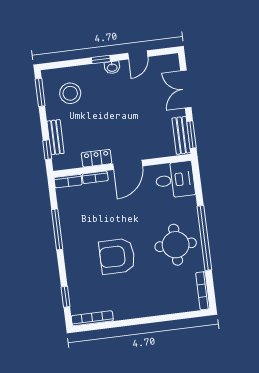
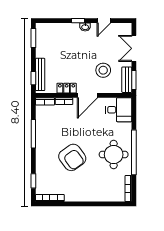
stool: (70, 93) -> (103, 70), moved
bench: (55, 137) -> (40, 74), width x1.36
armchair: (117, 256) -> (72, 157), turned -126

